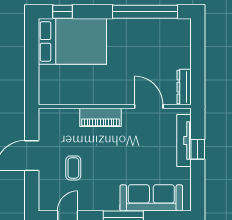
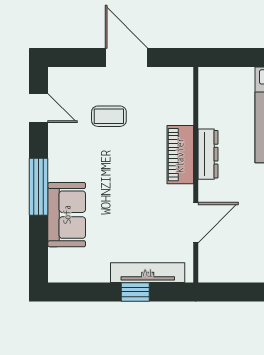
dresser: (184, 87) -> (208, 154), moved, turned 90
sofa: (151, 198) -> (67, 215), width x0.73

